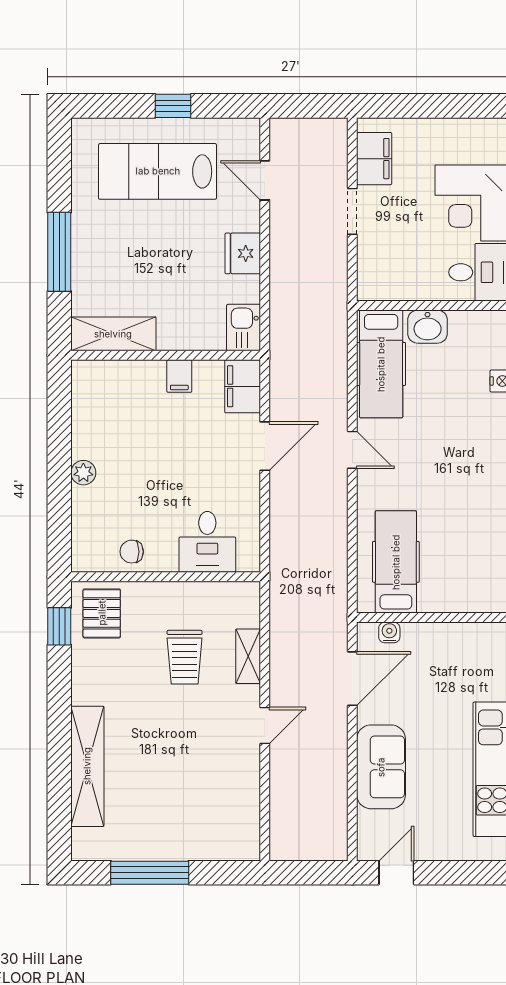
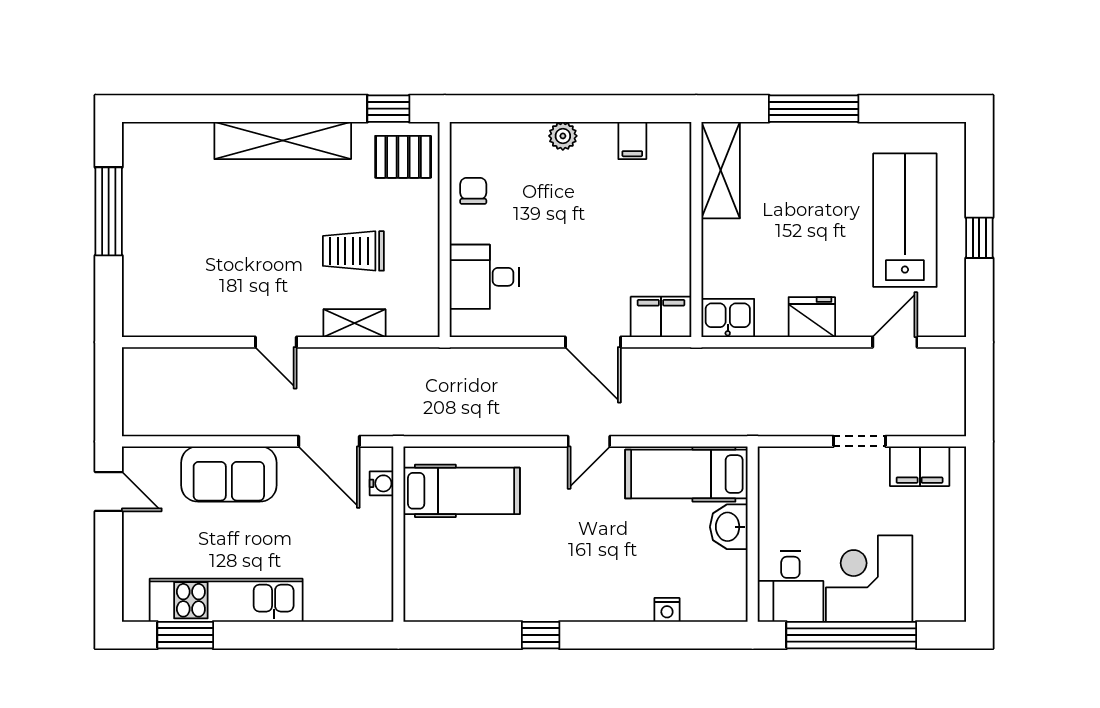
filing cabinet: (179, 376) -> (632, 141), moved, turned -90
shelving: (87, 766) -> (283, 141), moved

